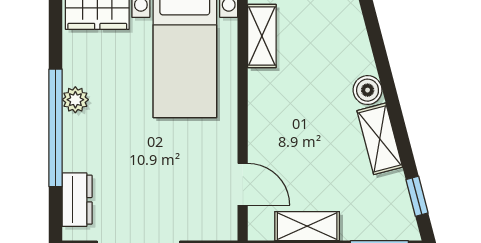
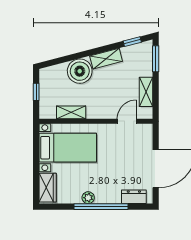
shelving: (262, 36) -> (71, 112), moved
boiler: (368, 90) -> (80, 71), width x1.86, depth x1.86

